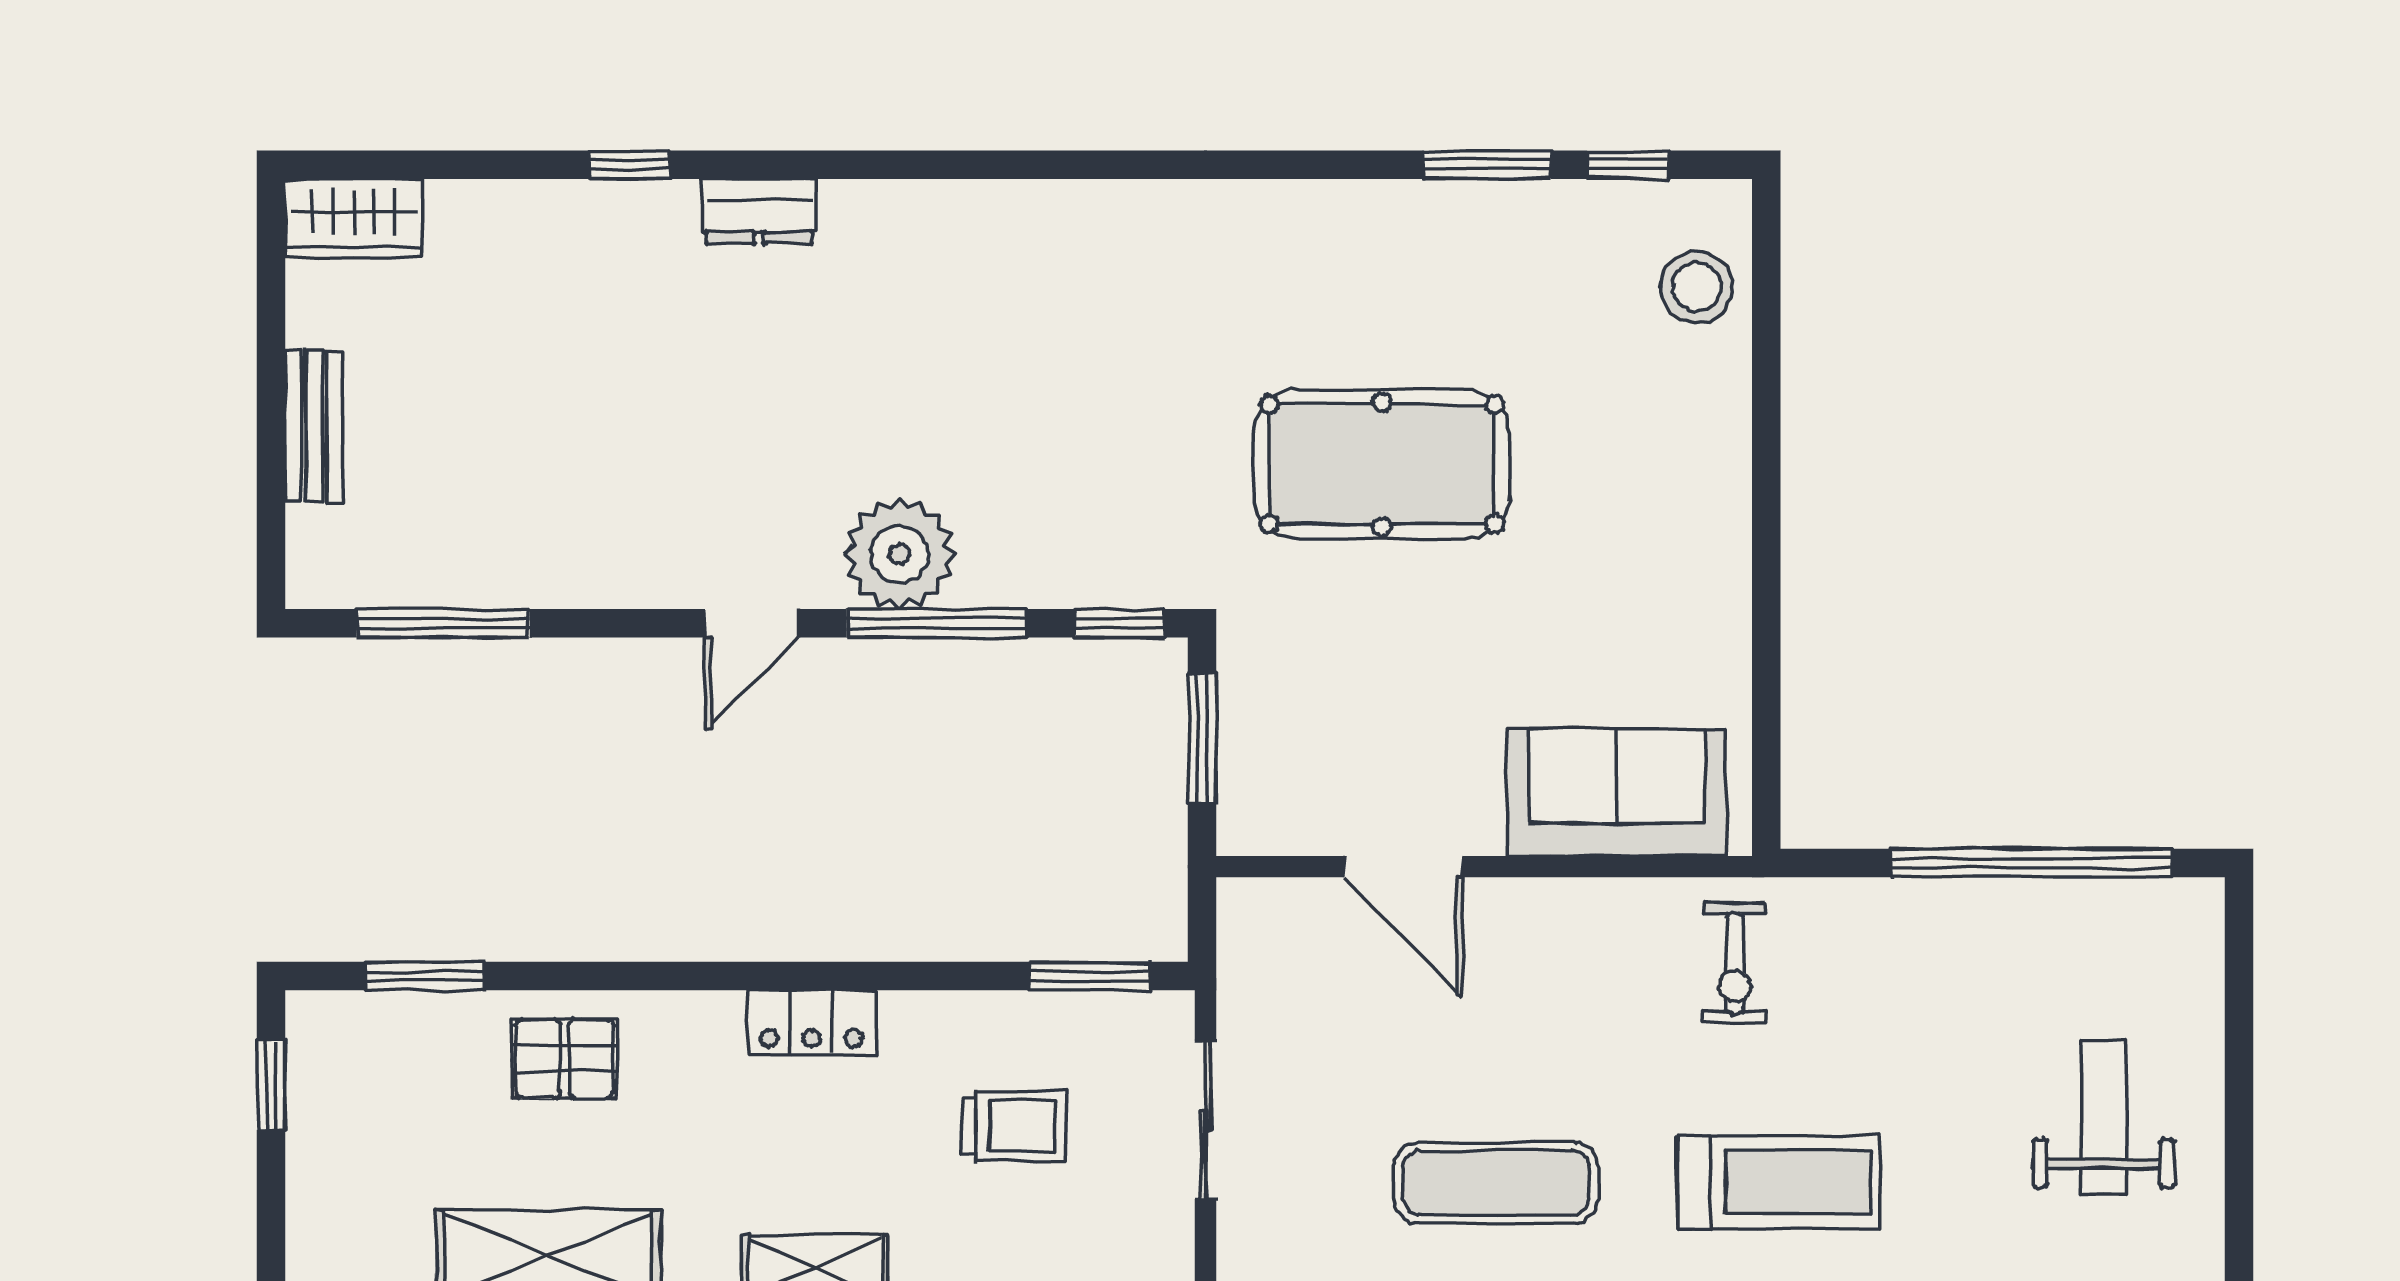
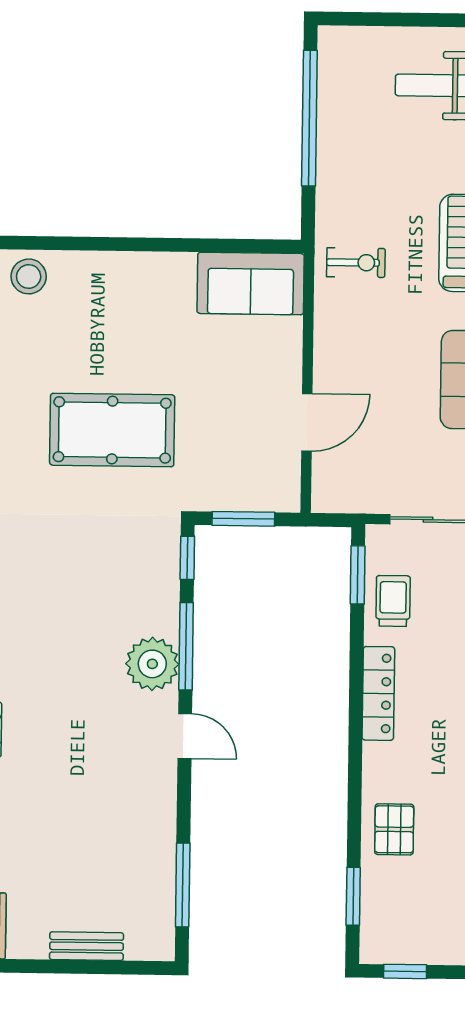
pool table: (1382, 464) -> (112, 430), turned 90
sofa: (1617, 793) -> (251, 283), moved, turned -90
locker: (812, 1022) -> (378, 693), width x1.53
trolley: (1014, 1126) -> (393, 601), moved

